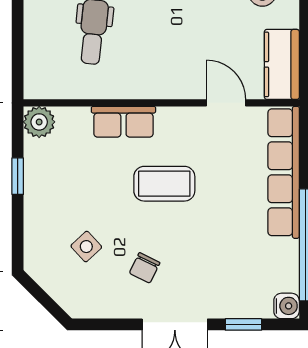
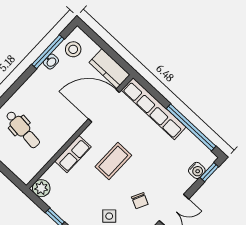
door: (226, 103) -> (104, 106), width x1.88
water cooler: (287, 306) -> (197, 170), moved, turned 90
window: (243, 324) -> (209, 172), moved

